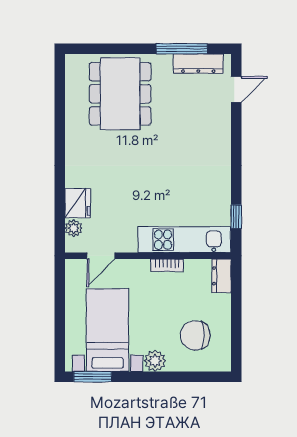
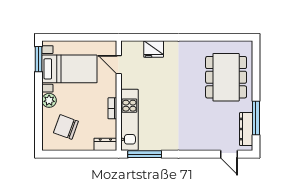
dining table: (120, 94) -> (226, 77), turned 90
window: (236, 217) -> (145, 154), width x2.17
plant: (74, 228) -> (137, 46), removed
chair: (195, 335) -> (66, 127), turned -70

